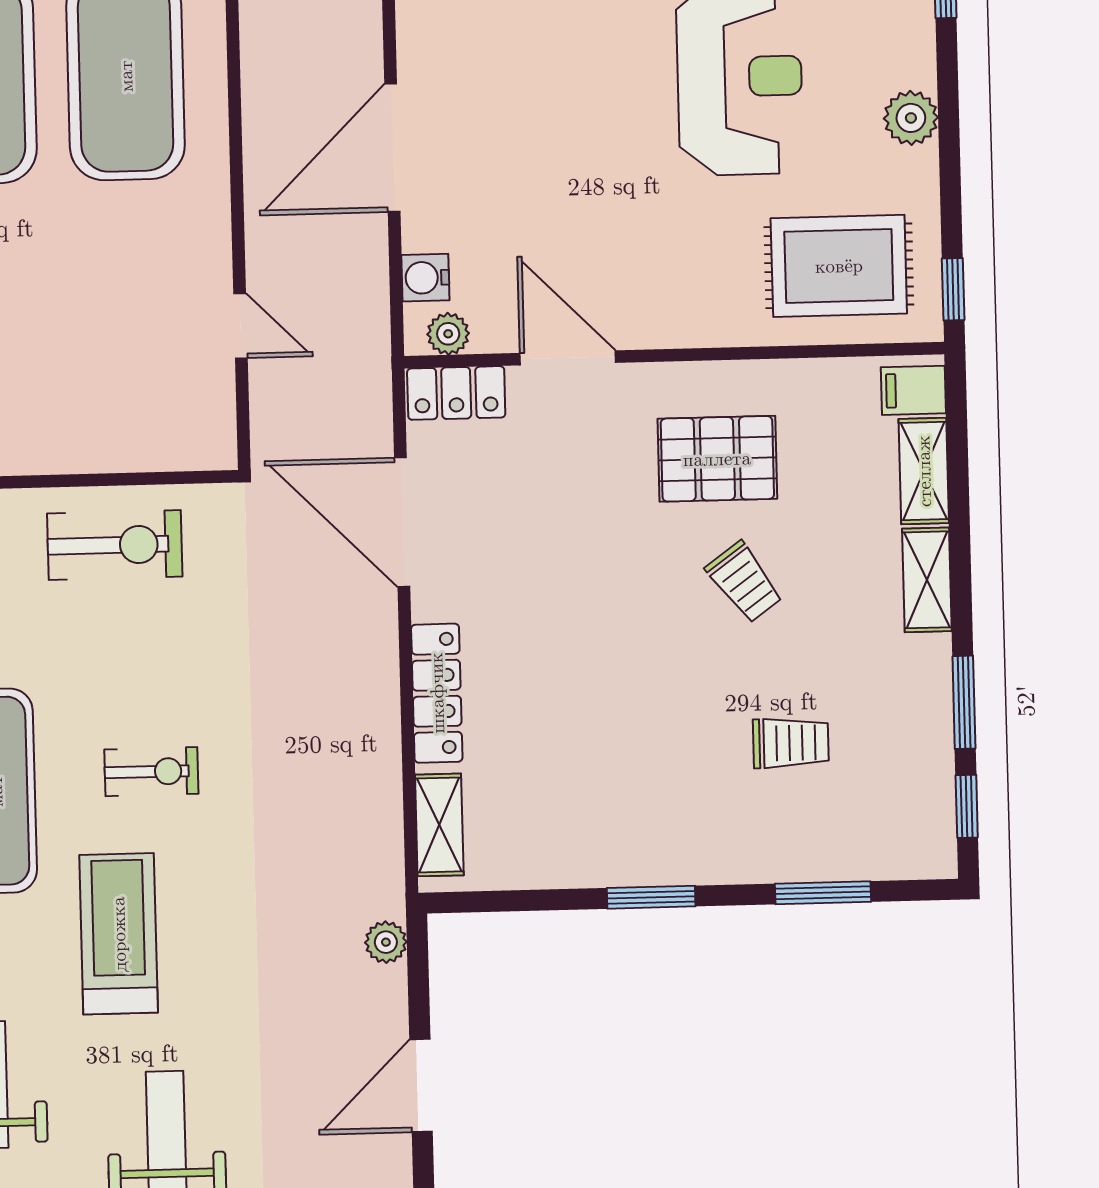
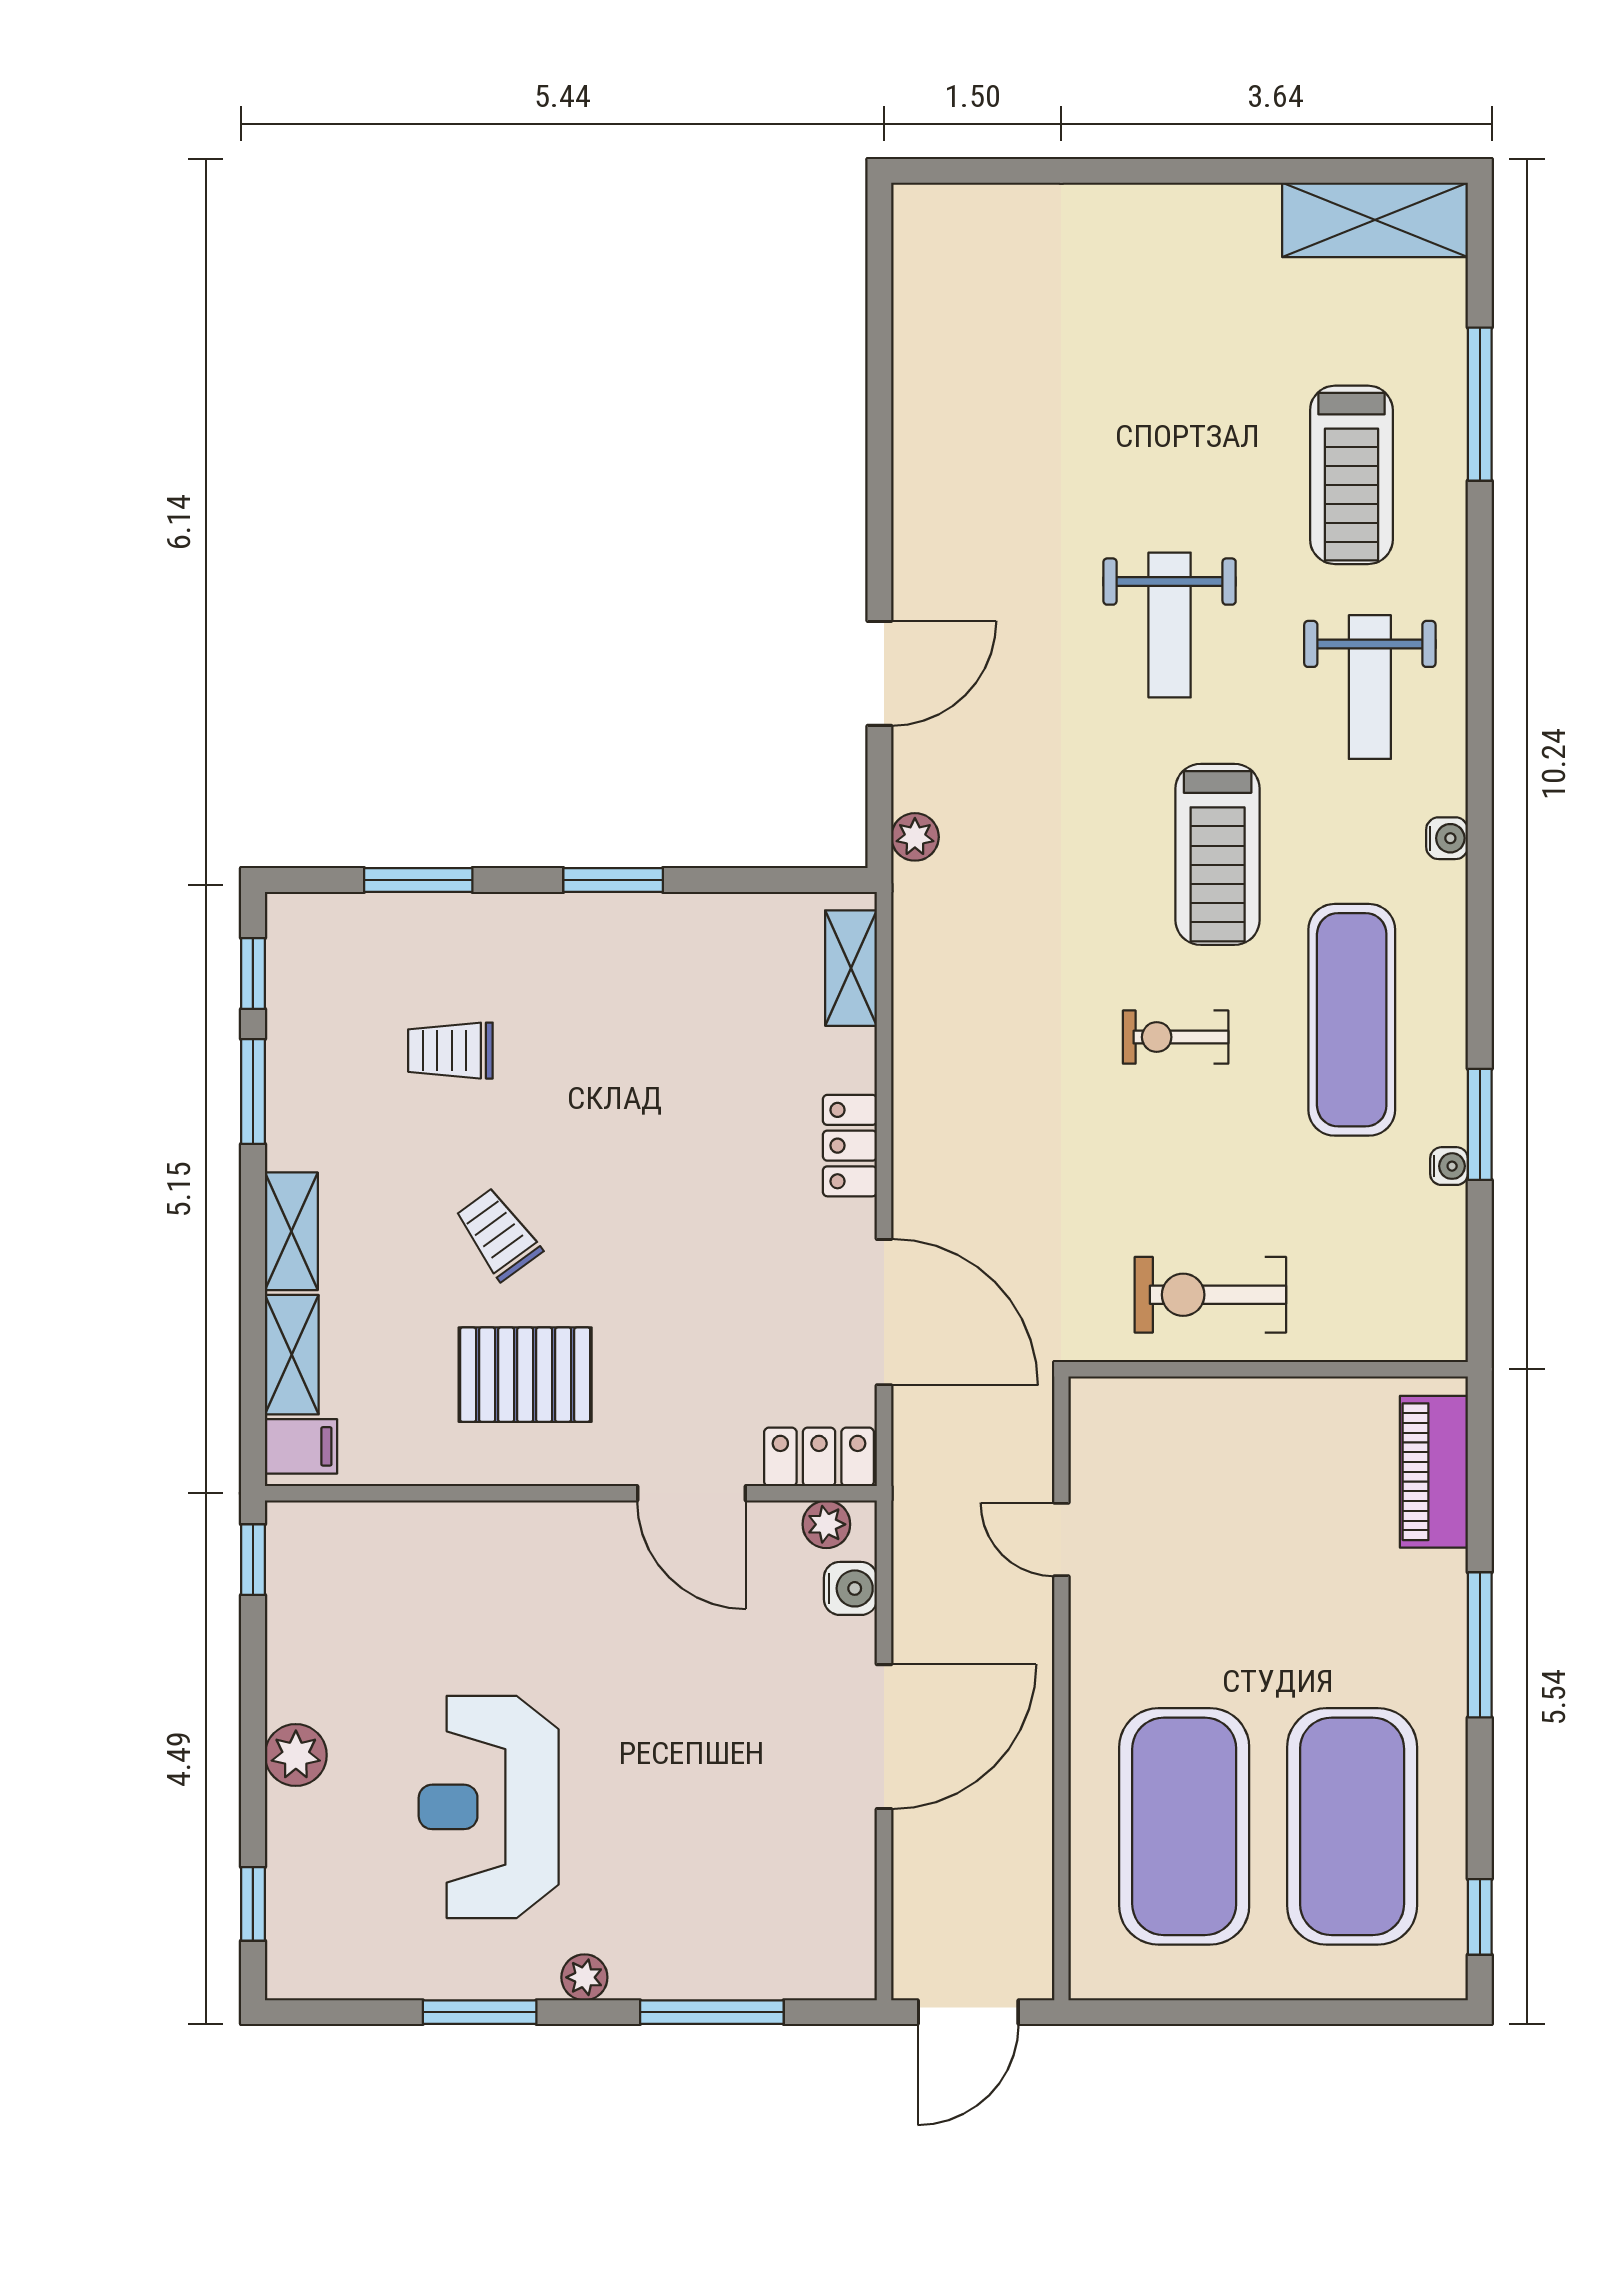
rug: (839, 266) -> (382, 1589), removed
locker: (437, 693) -> (850, 1146), width x0.66

